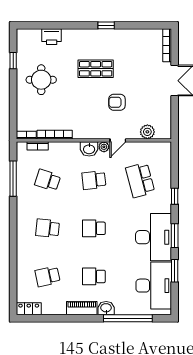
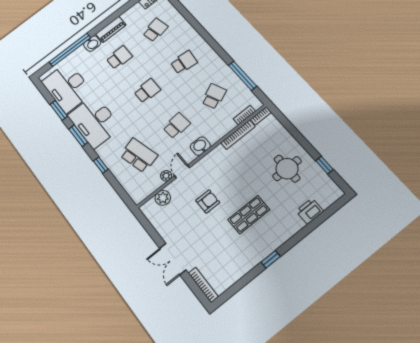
plant: (104, 147) -> (166, 176), moved
school desk: (48, 180) -> (214, 96), turned -42

